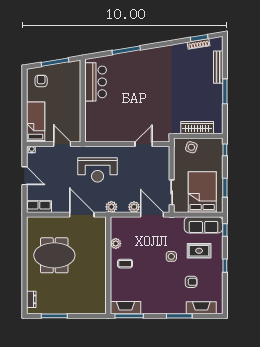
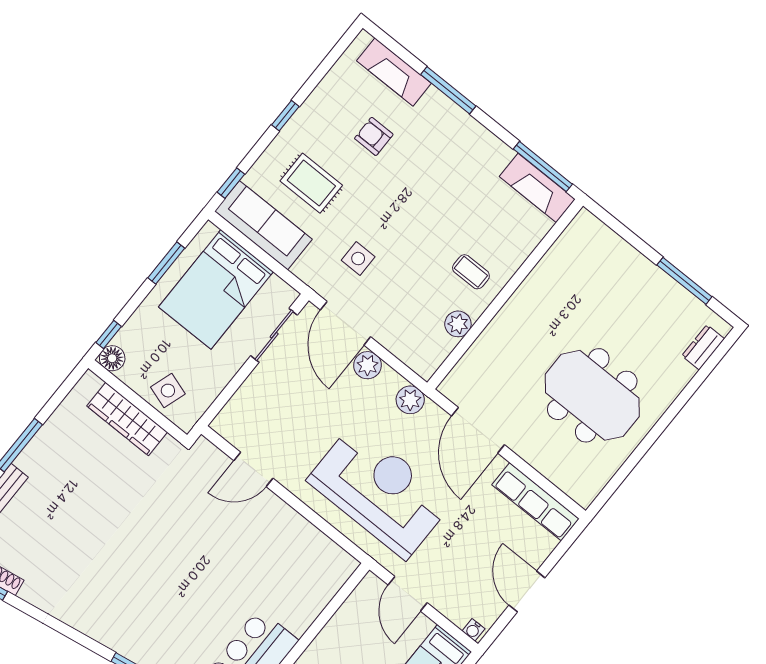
floor lamp: (218, 143) -> (112, 358), added
reception desk: (98, 170) -> (380, 491), width x1.36, depth x1.30
row of seats: (39, 207) -> (536, 502), width x1.48
side table: (171, 256) -> (358, 259), moved

